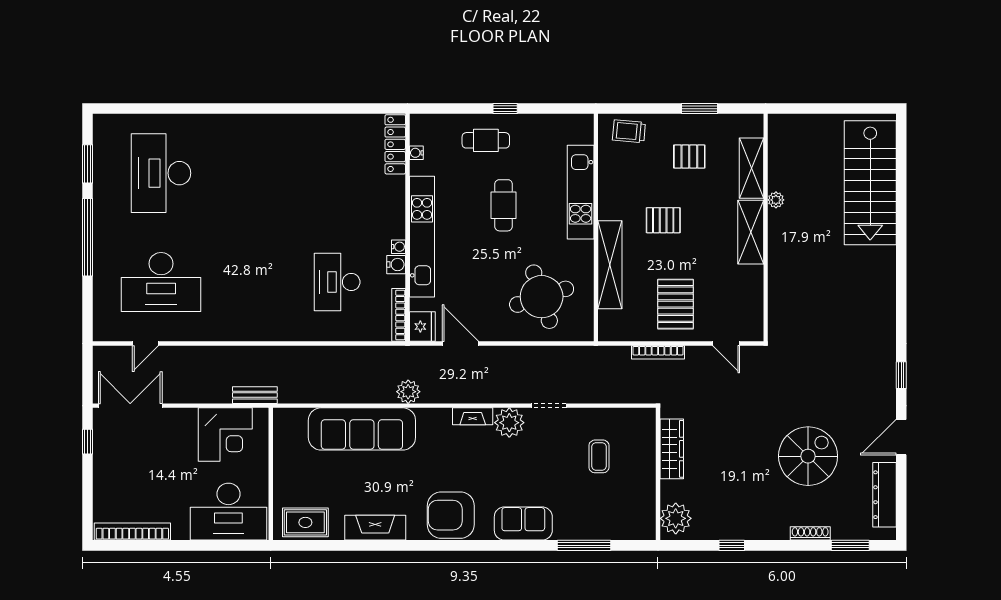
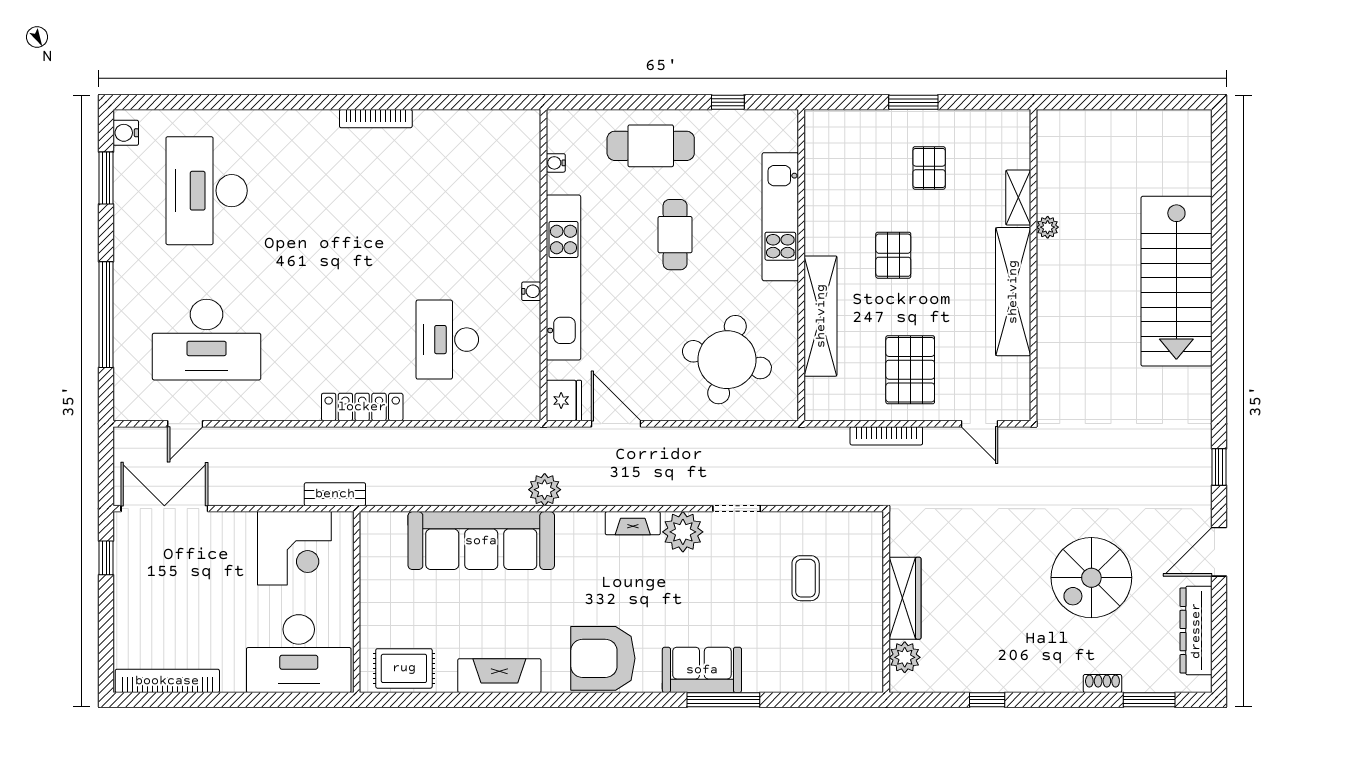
window: (505, 109) -> (728, 102), moved
window: (699, 109) -> (913, 102), moved
trolley: (629, 131) -> (846, 133), removed
cafe table: (486, 140) -> (651, 146), width x1.37, depth x1.35
locker: (395, 144) -> (362, 407), moved, turned 90
pallet: (689, 157) -> (929, 168), turned 90
shelving: (751, 168) -> (1018, 198), width x0.67, depth x0.75
stairs: (870, 183) -> (1176, 281), moved
pallet: (663, 220) -> (893, 255), turned 90
shelving: (751, 232) -> (1013, 292), width x1.47
window: (88, 237) -> (106, 315), moved
water cooler: (396, 265) -> (126, 133), moved, turned 180
round table: (542, 297) -> (727, 360), turned 32
bookcase: (399, 315) -> (376, 119), moved, turned -90
wardrobe: (672, 449) -> (905, 598), moved
spiral stairs: (808, 456) -> (1091, 578), turned 180
plant: (676, 518) -> (905, 657), width x0.73, depth x0.73
shoe rack: (810, 533) -> (1102, 683), width x0.70
window: (584, 545) -> (723, 700), moved

